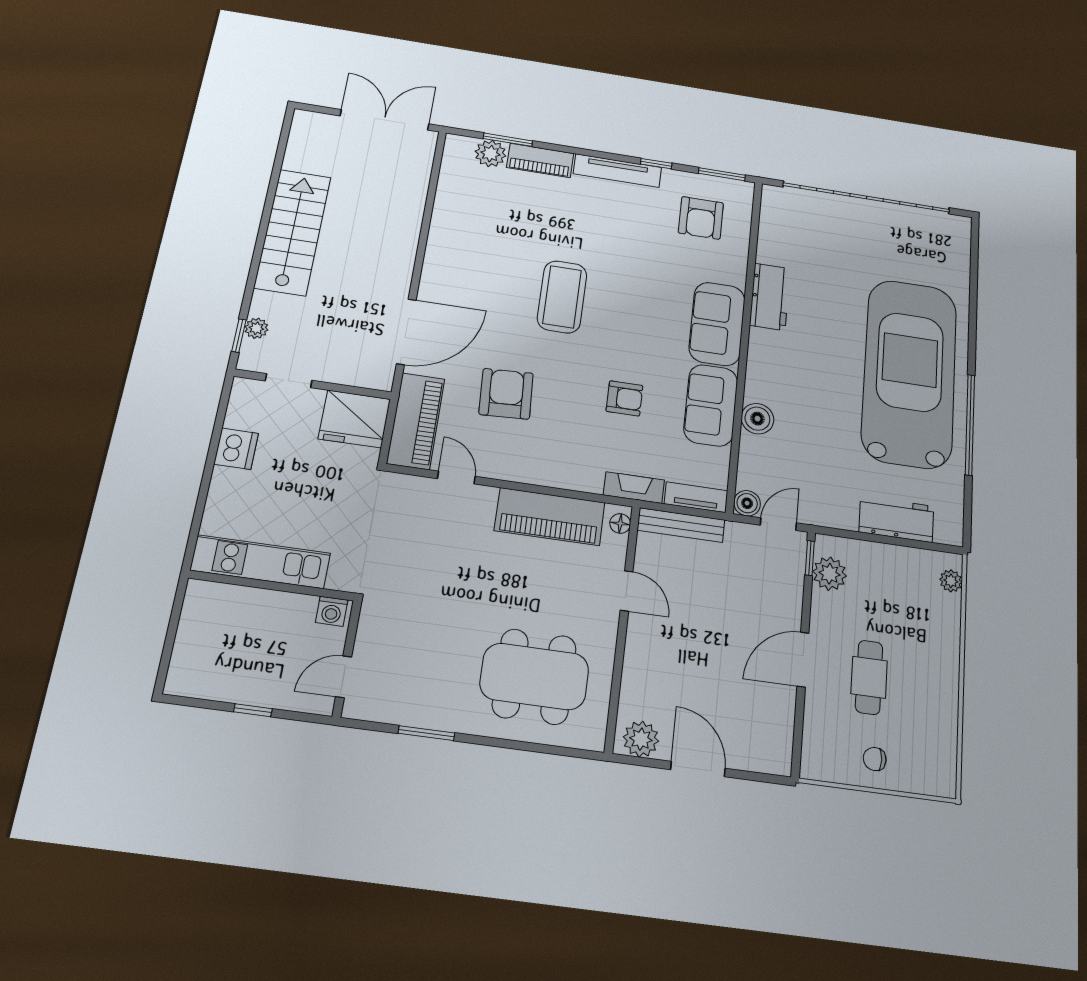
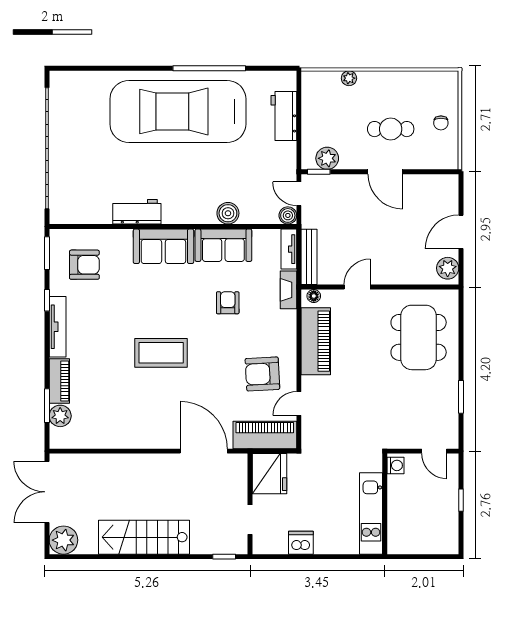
plant: (256, 328) -> (63, 540), moved, width x1.87, depth x1.87
armchair: (506, 394) -> (262, 374), moved
plant: (951, 581) -> (349, 78), moved

